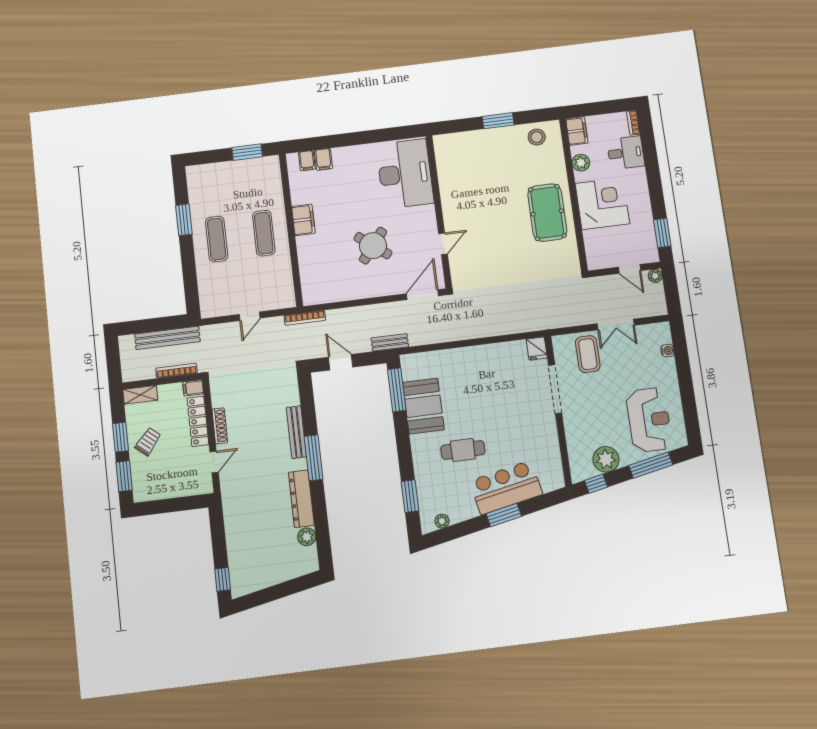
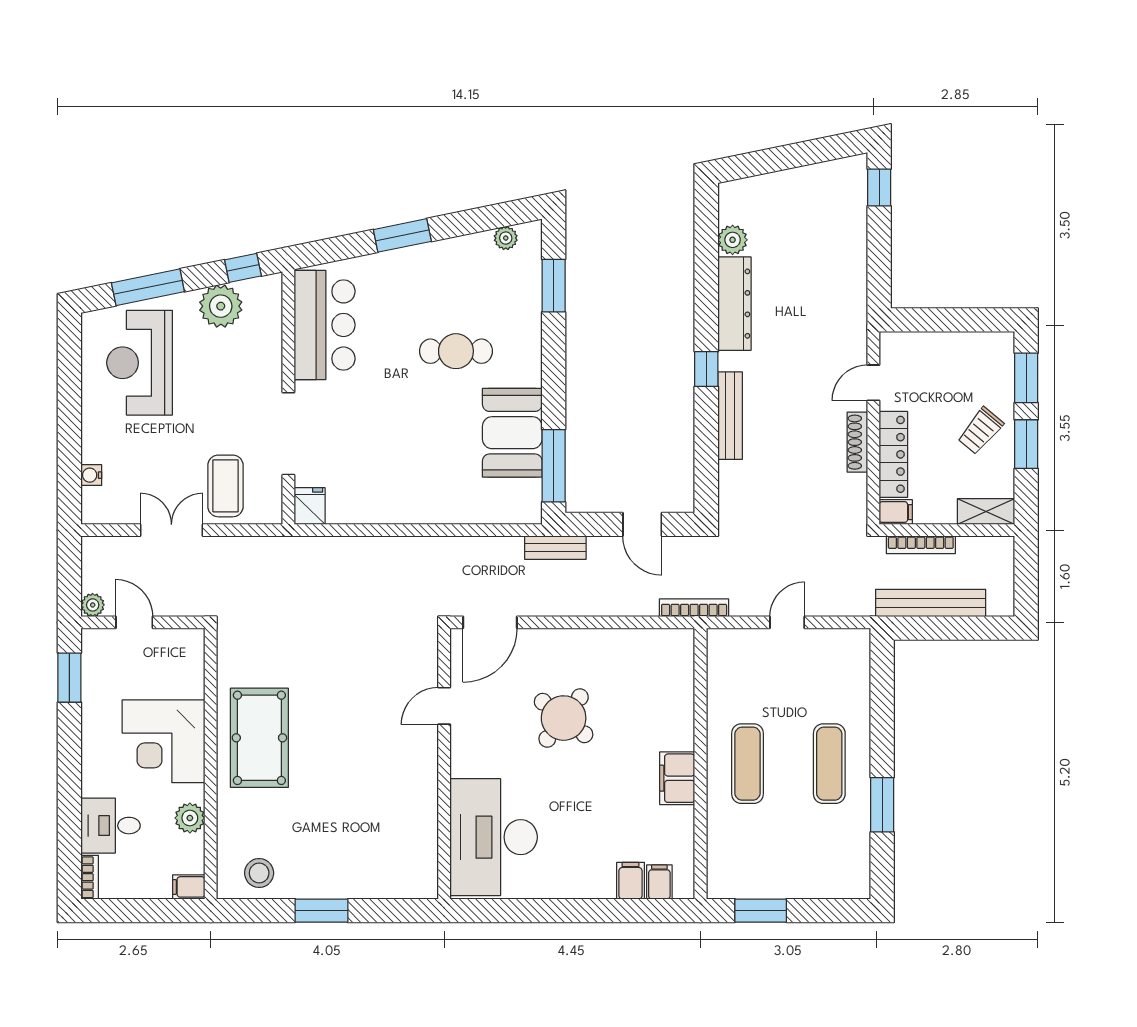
filing cabinet: (577, 131) -> (189, 887), width x0.50
window: (314, 458) -> (706, 369), width x0.46
bar counter: (506, 487) -> (325, 325), moved, turned -78

